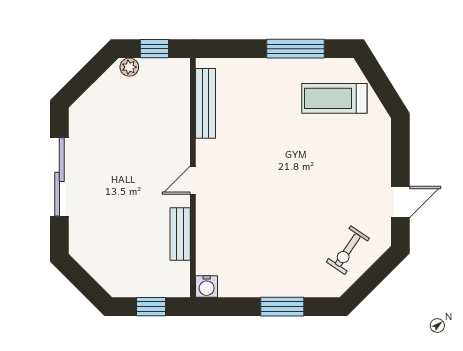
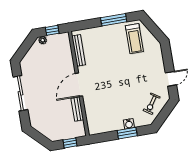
treadmill: (334, 98) -> (134, 39), turned -90
door: (193, 180) -> (79, 85), width x1.87
water cooler: (207, 286) -> (129, 124), moved

